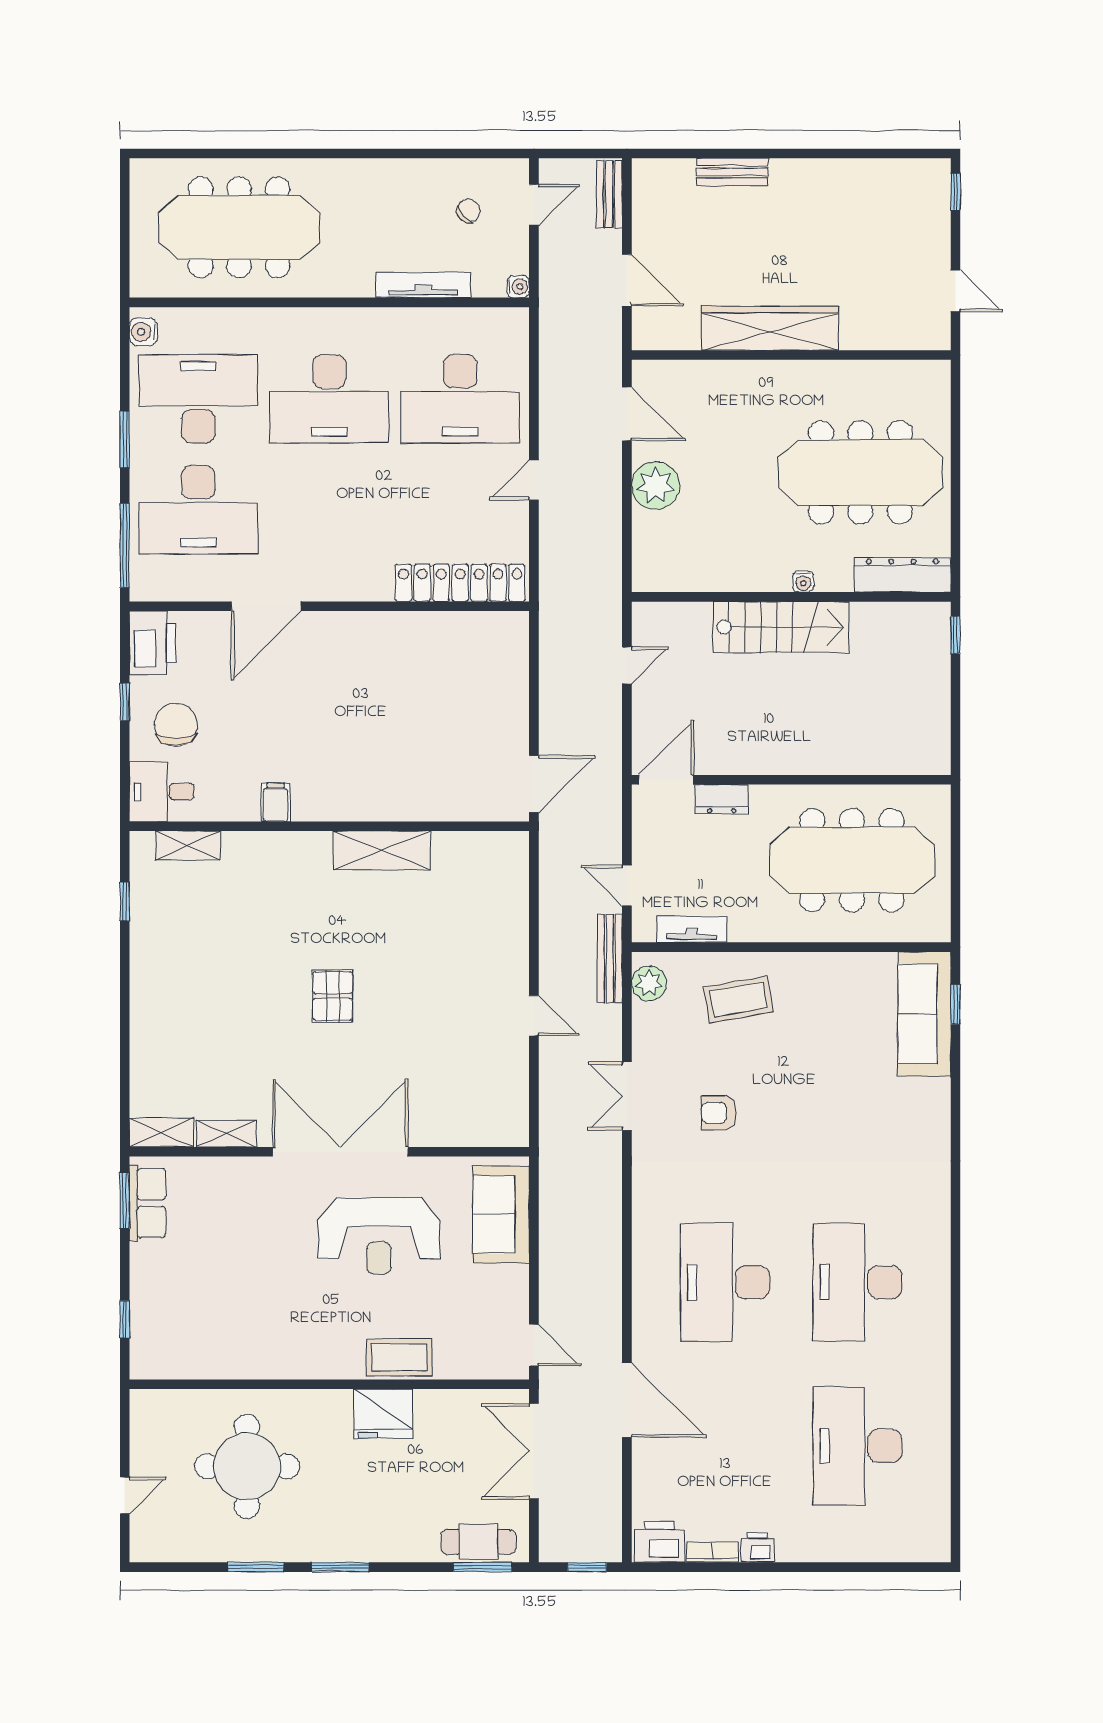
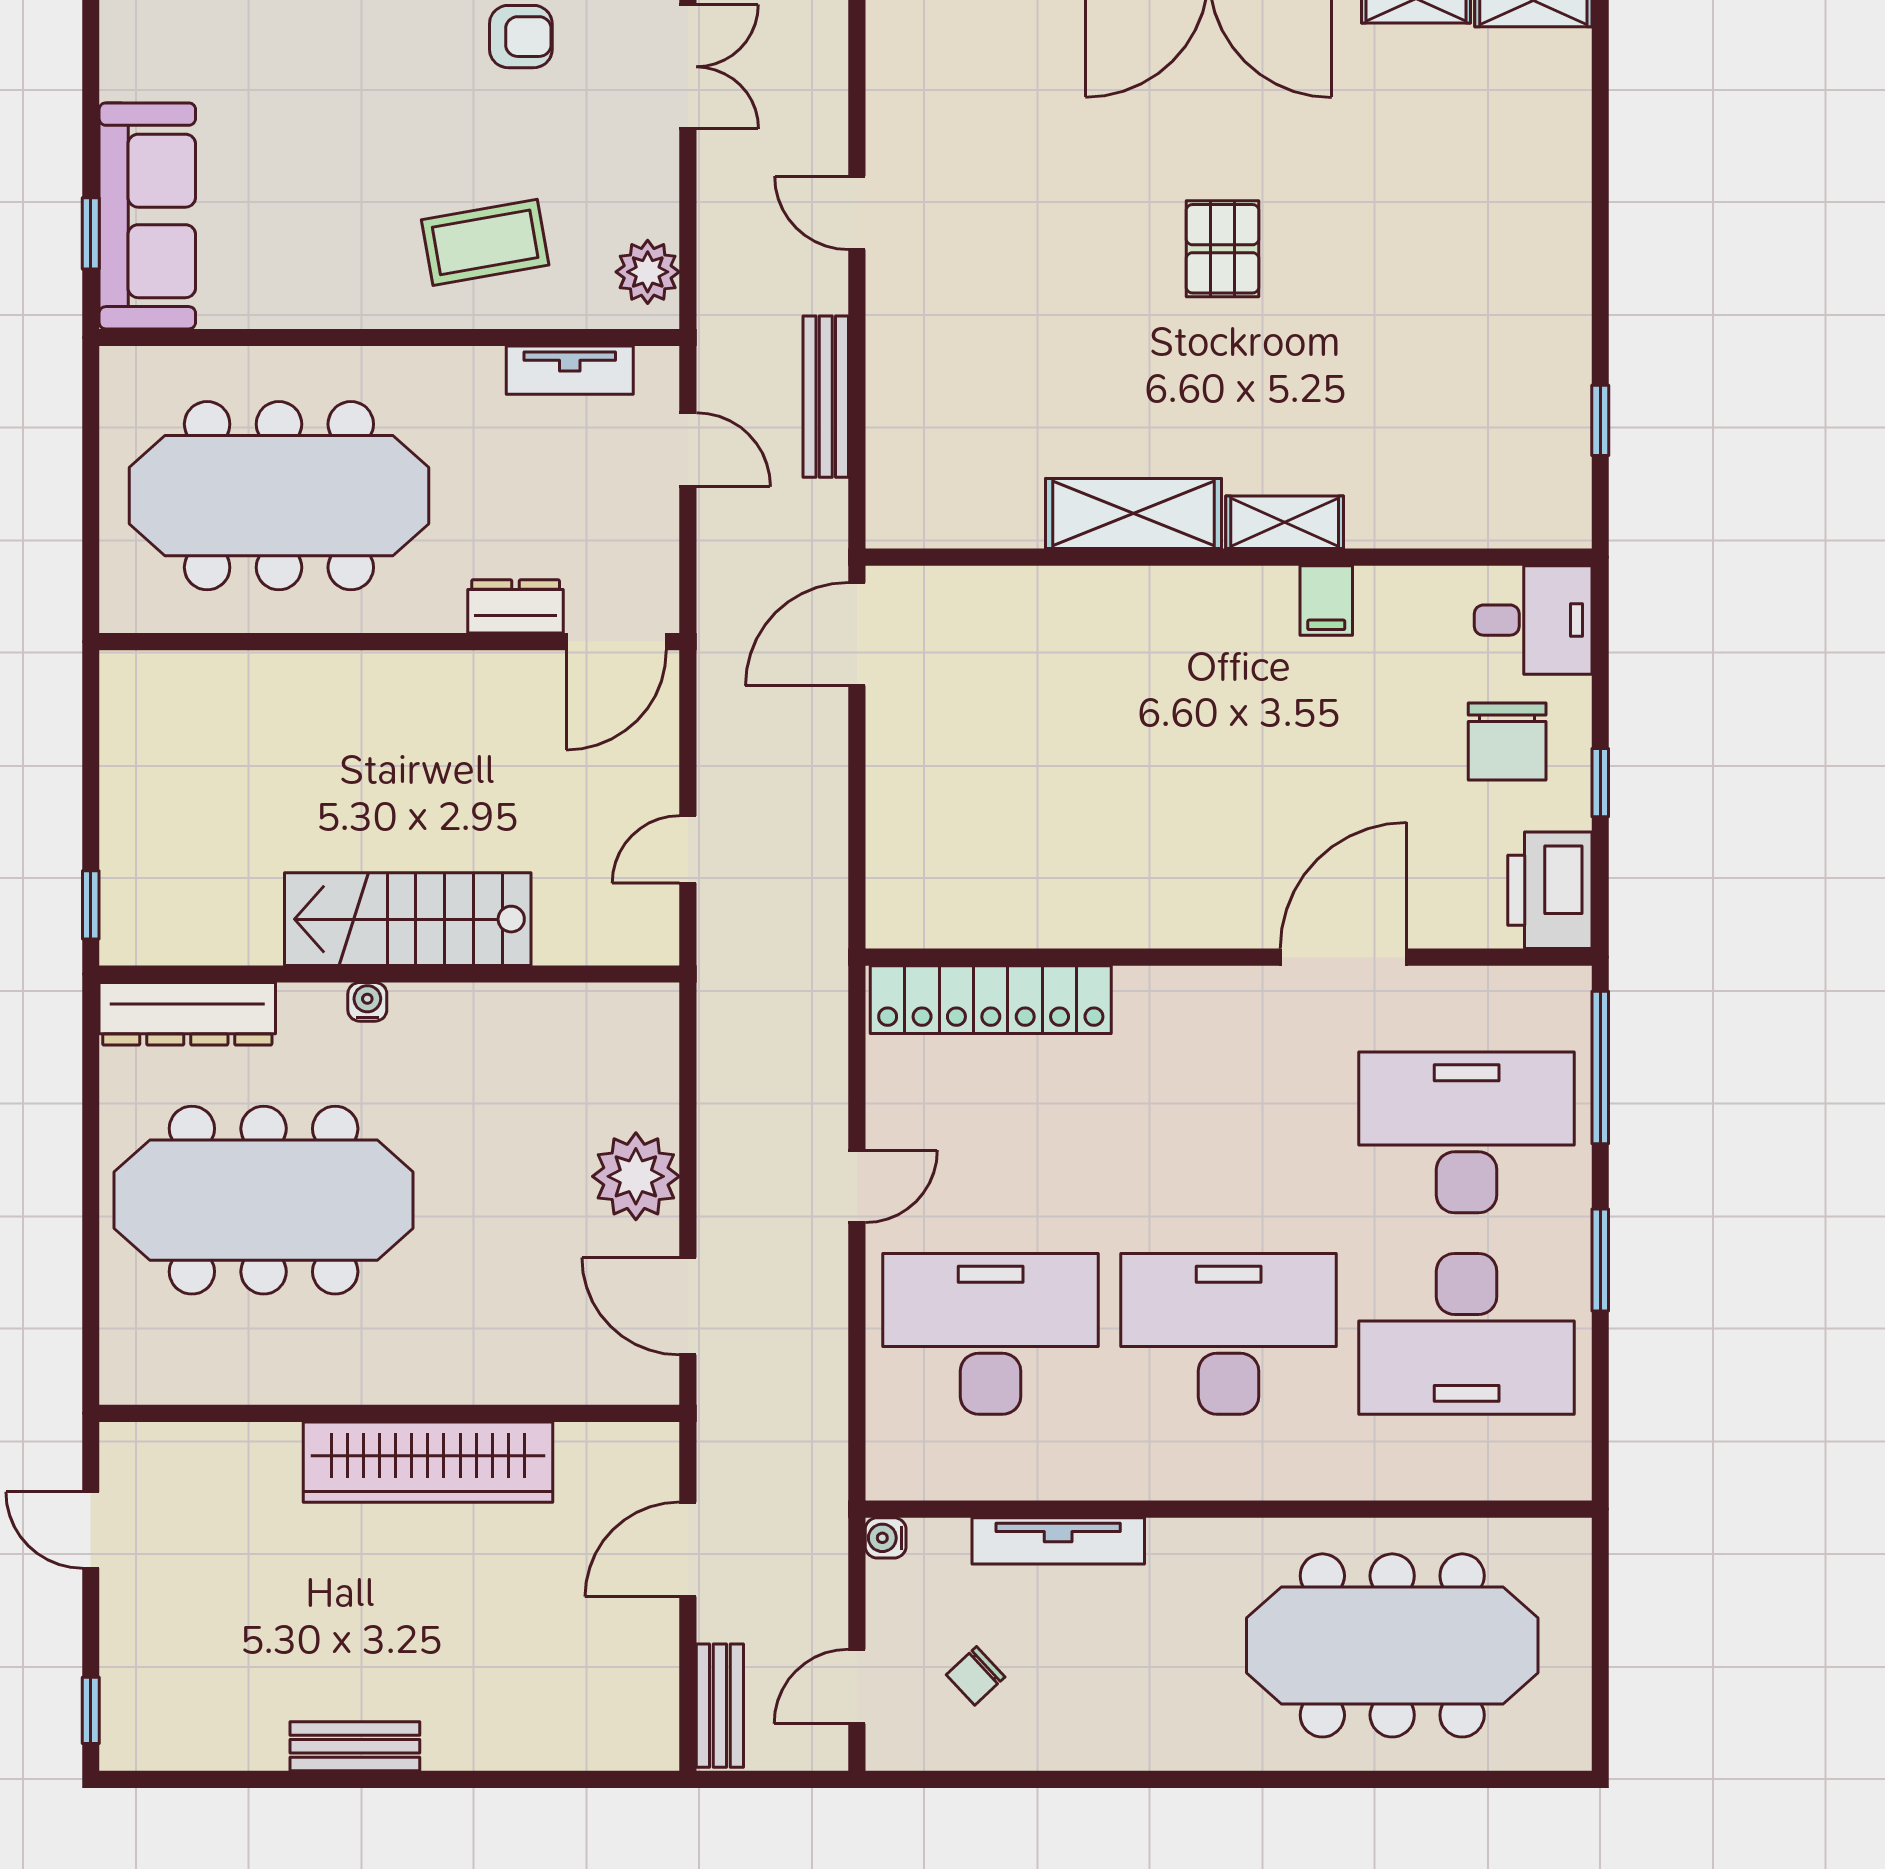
bench: (732, 172) -> (355, 1746), moved
door: (627, 280) -> (688, 1549), hinge flipped
water cooler: (143, 332) -> (1566, 1456), removed
shelving: (188, 845) -> (1285, 522), moved
bench: (610, 959) -> (826, 397), moved

